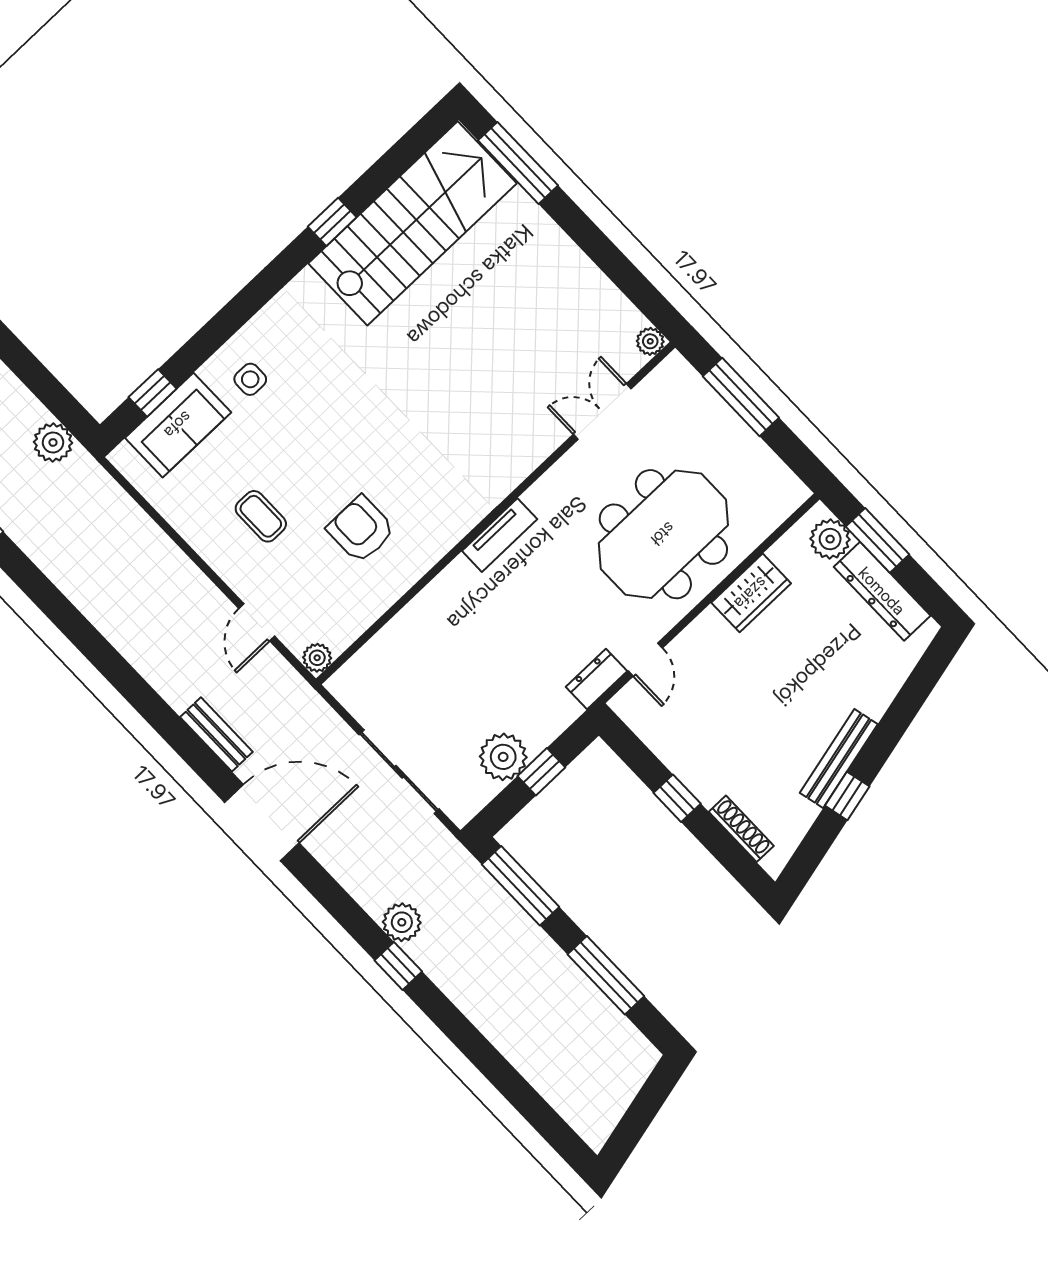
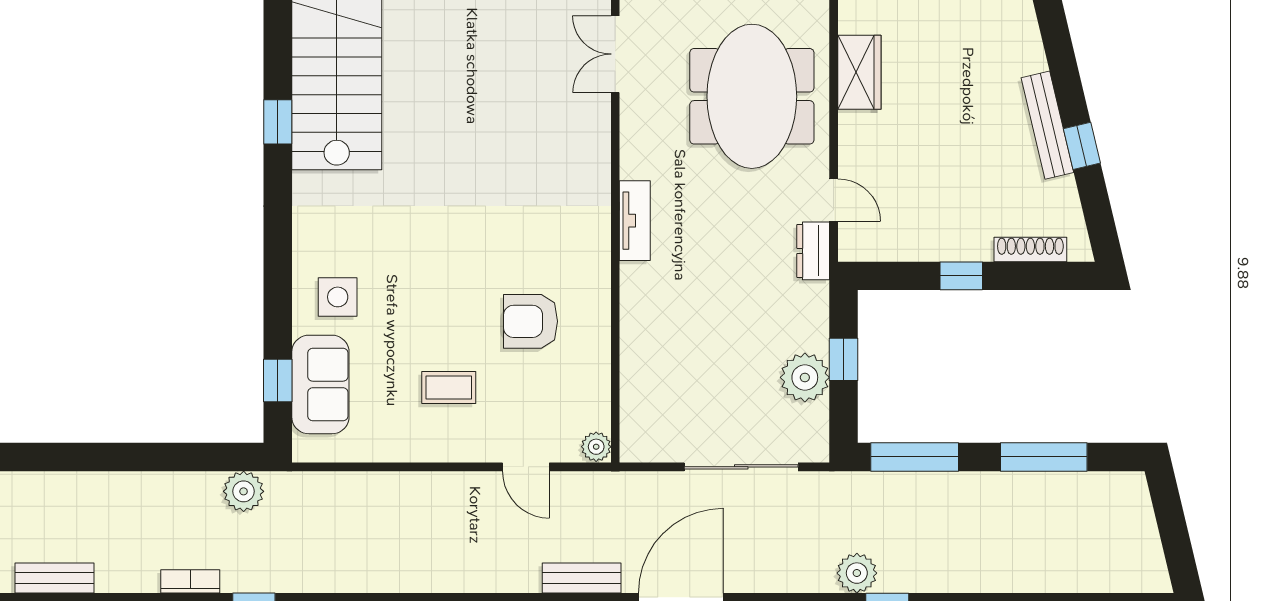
side table: (250, 379) -> (338, 297), width x1.37, depth x1.37

